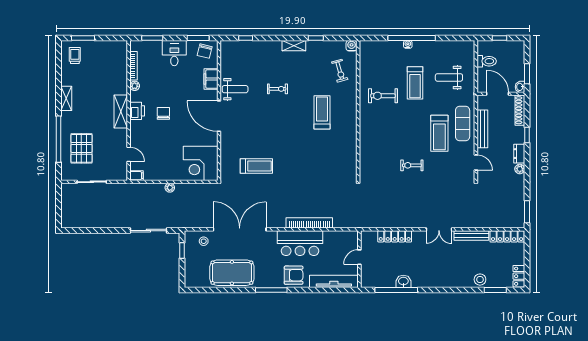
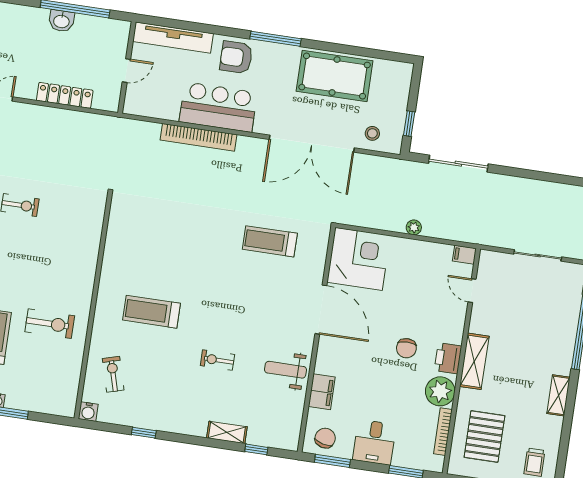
shelving: (294, 46) -> (227, 432), moved
plant: (135, 86) -> (440, 391), width x1.87, depth x1.87
treadmill: (322, 112) -> (152, 312), turned 90
door: (219, 116) -> (321, 310), moved
pallet: (81, 148) -> (484, 436), moved

